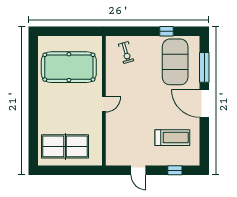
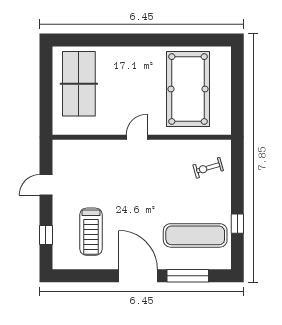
exercise mat: (175, 62) -> (195, 235), width x0.68
door: (204, 103) -> (138, 276), hinge flipped
door: (104, 104) -> (137, 137), swing flipped

